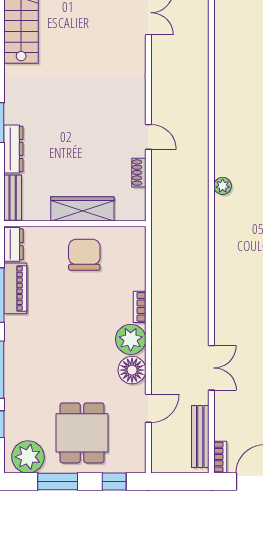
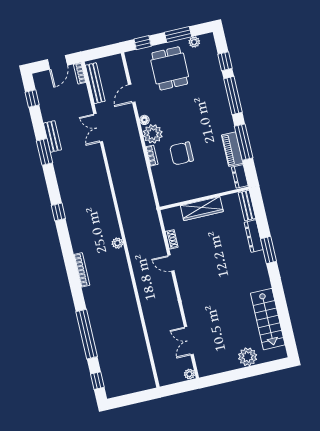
chair: (84, 255) -> (182, 153), moved, turned 90
floor lamp: (132, 370) -> (144, 120), width x0.53, depth x0.53
plant: (28, 457) -> (194, 42), width x0.53, depth x0.53

